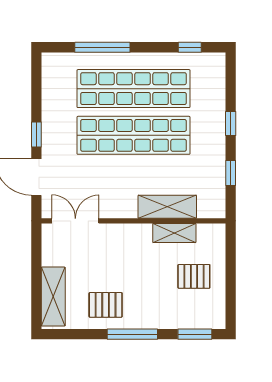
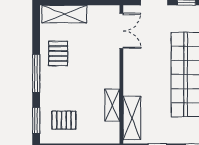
shelving: (167, 207) -> (132, 118), moved
pallet: (194, 276) -> (64, 120), moved, turned 90

